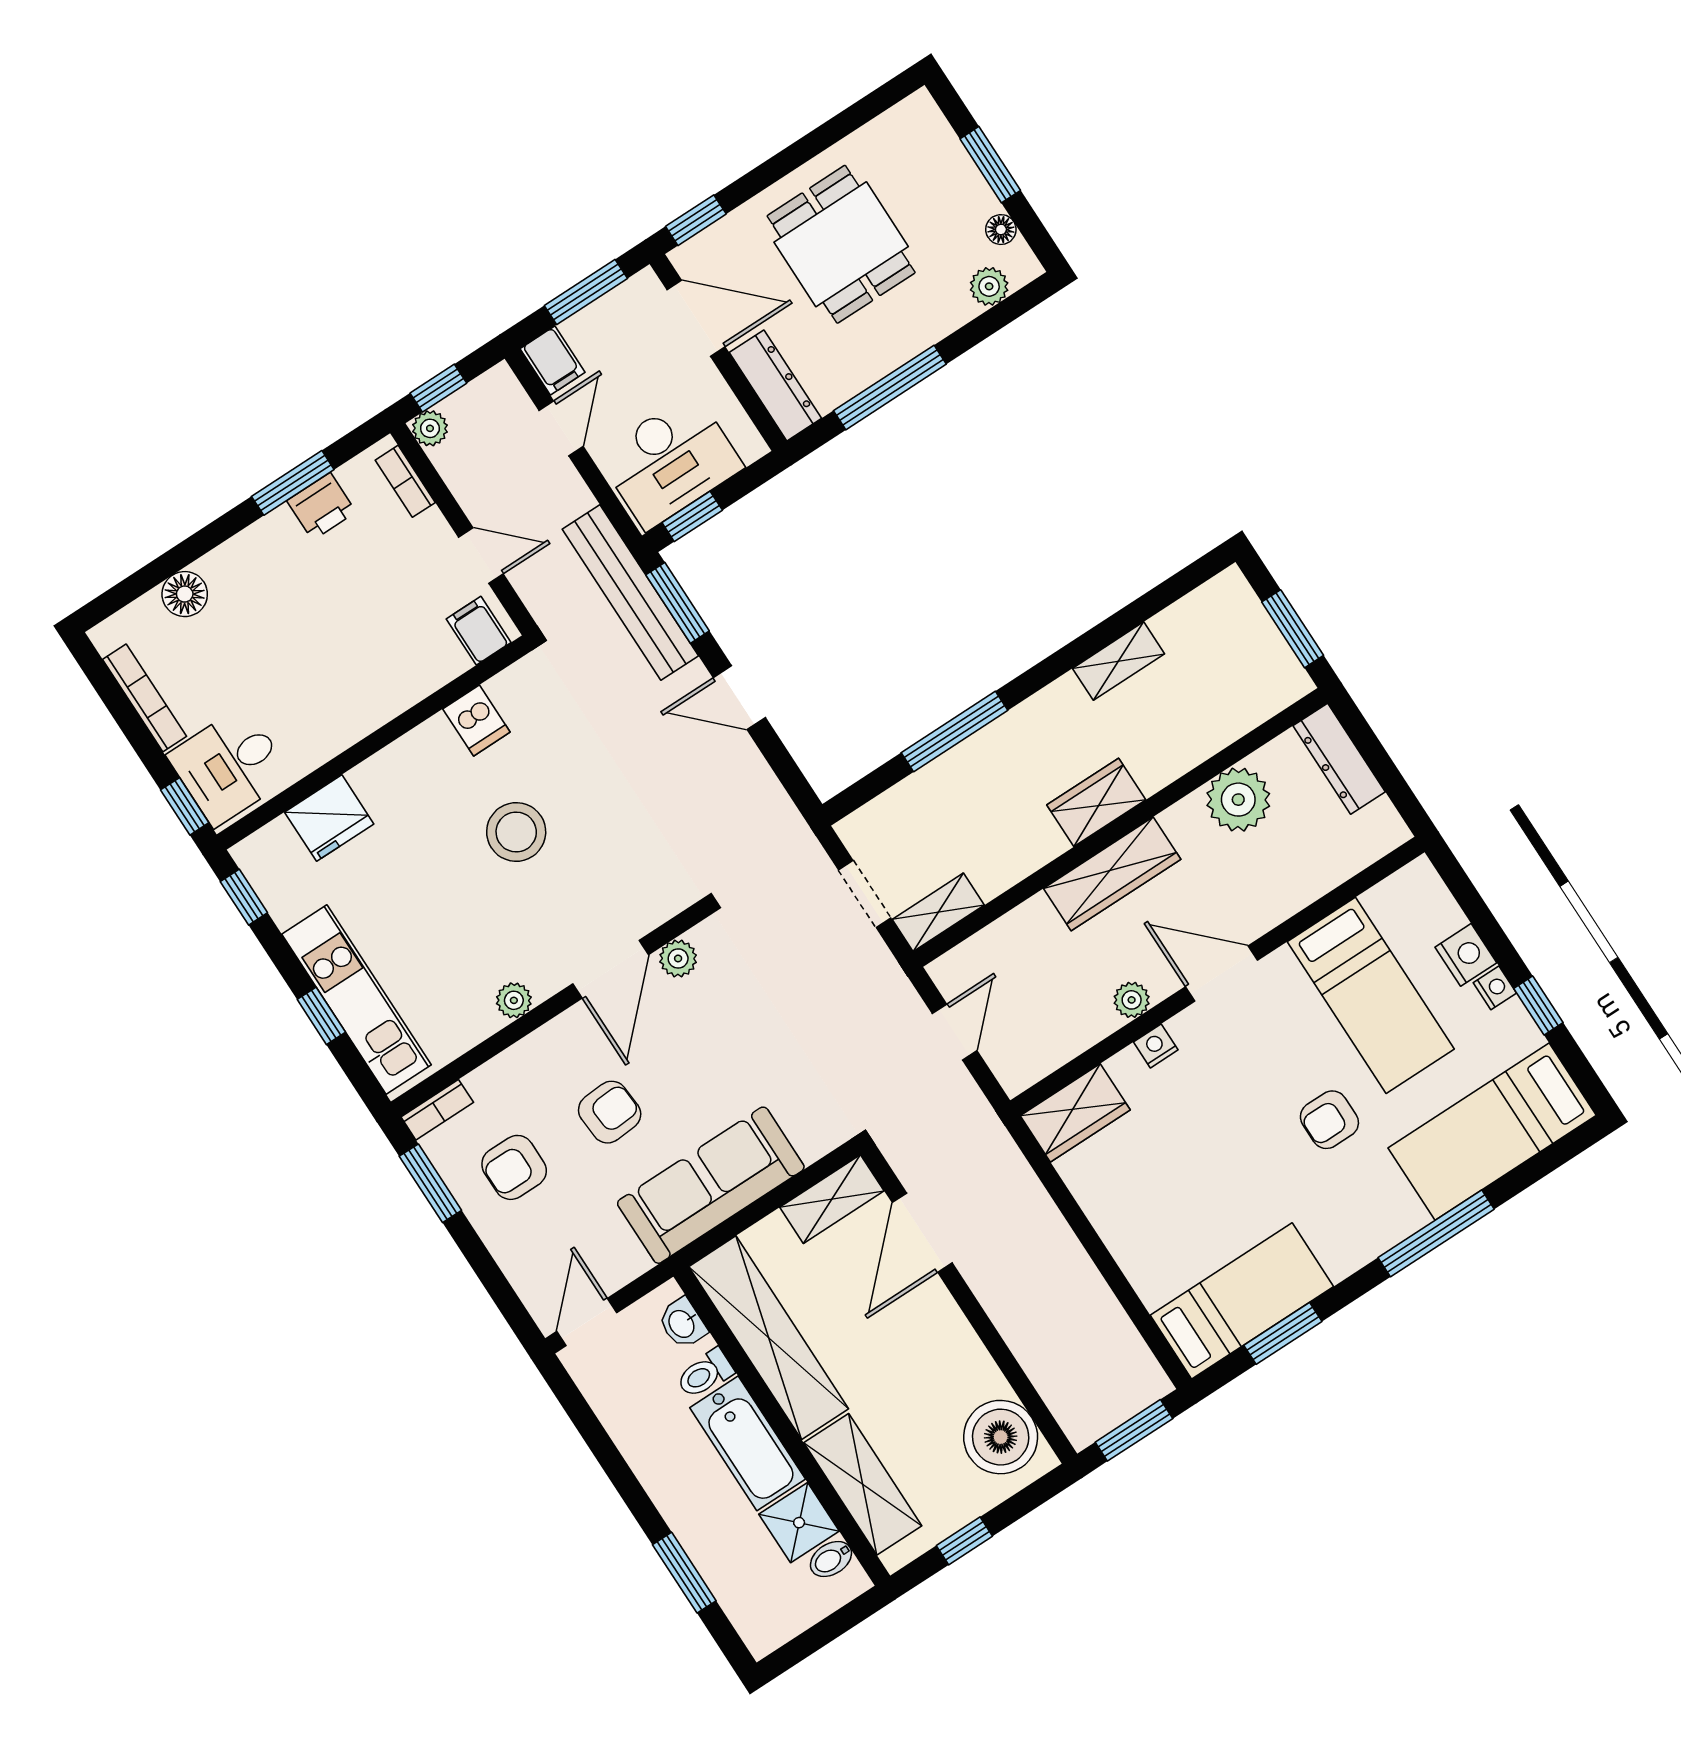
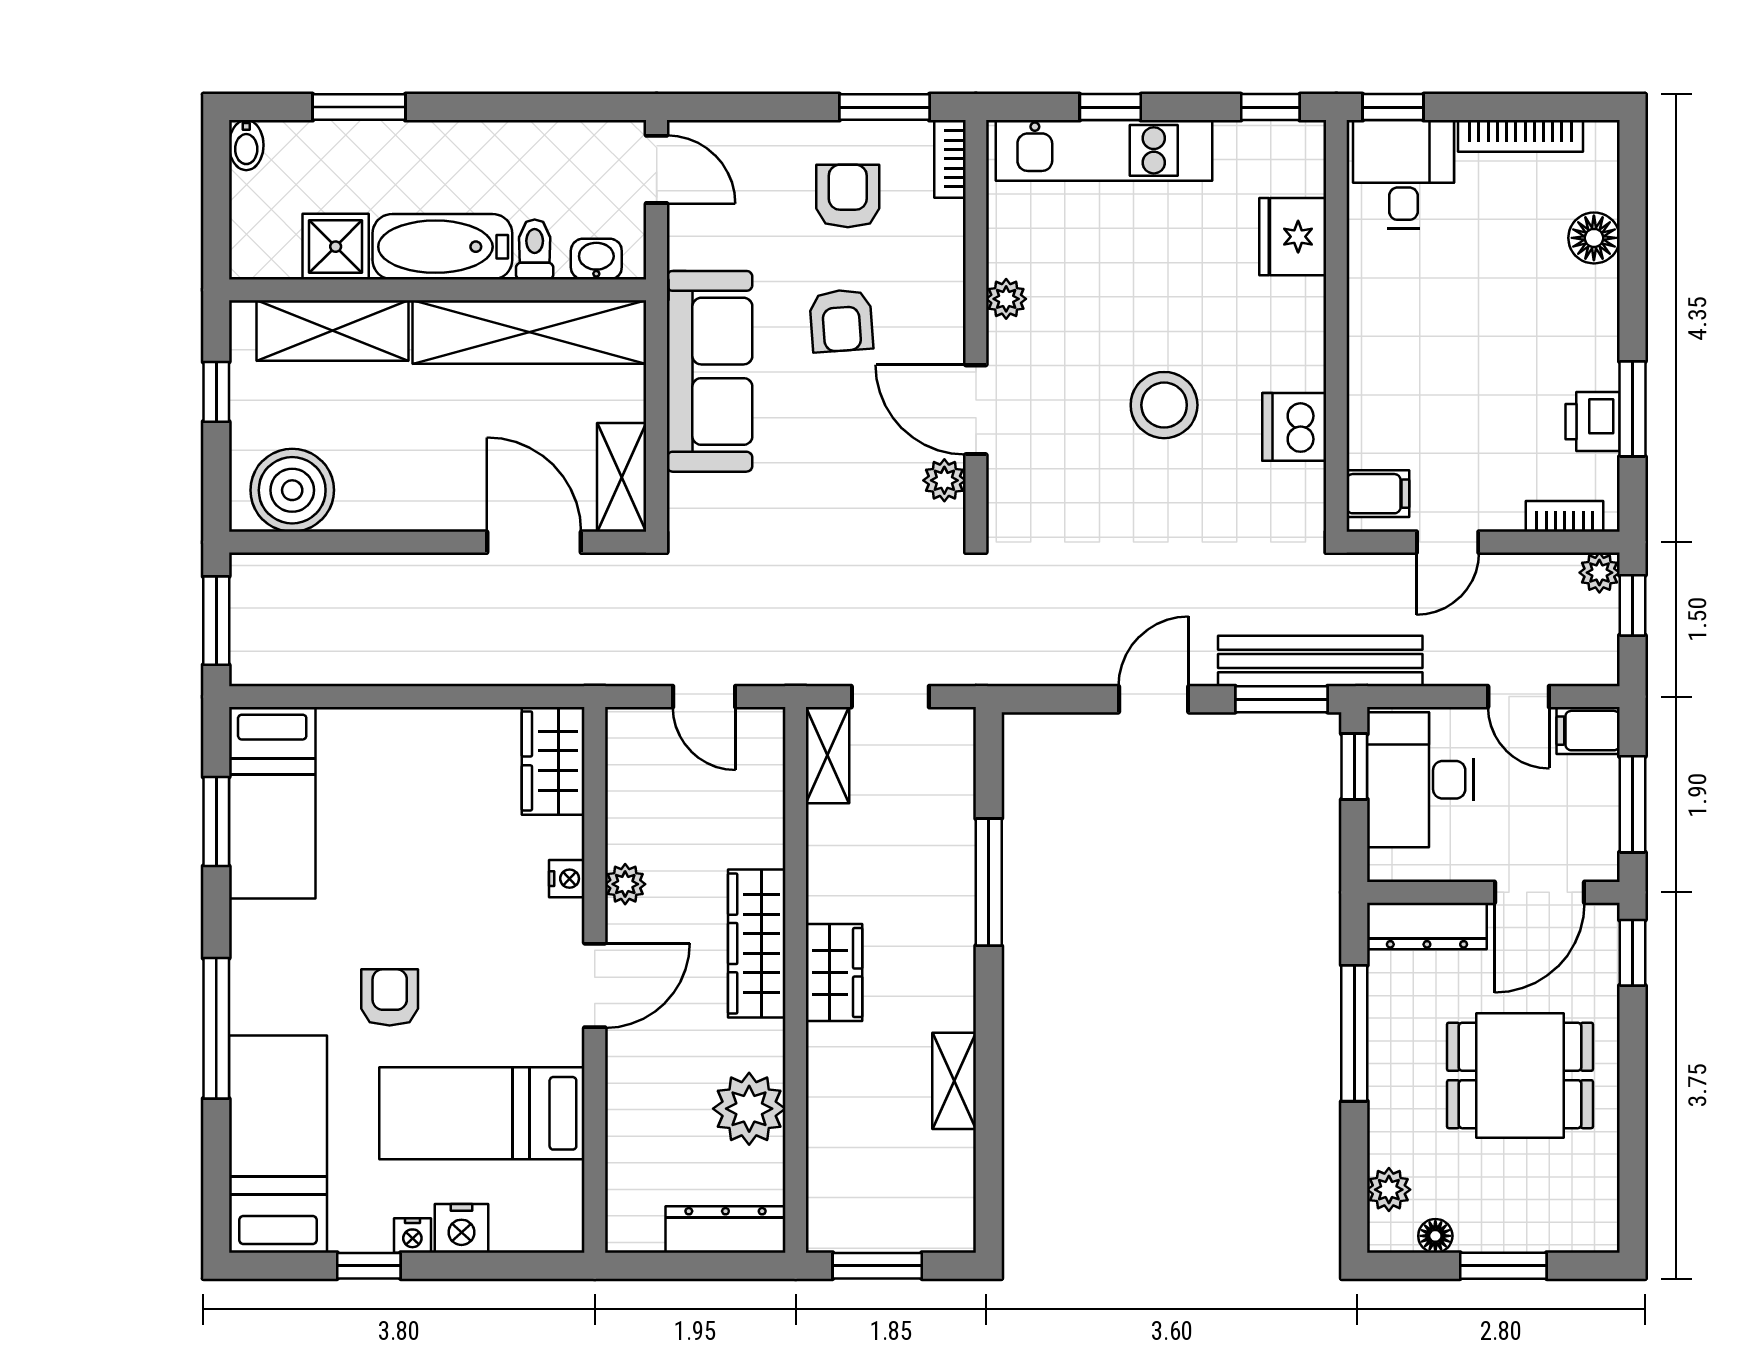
dishwasher: (476, 721) -> (1294, 427), width x1.38
bidet: (831, 1559) -> (246, 145), moved, turned 180

